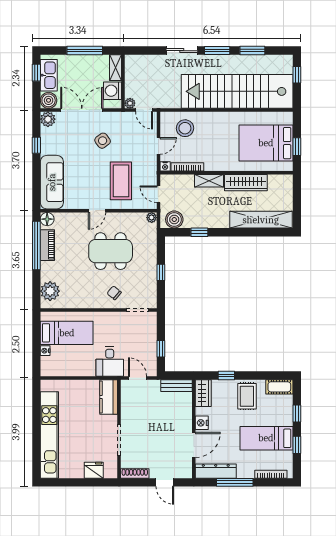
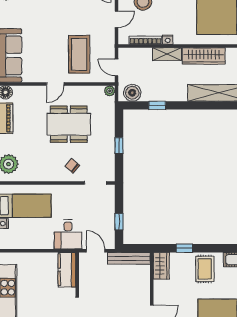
side table: (103, 141) -> (61, 14), removed
nightstand: (165, 166) -> (168, 40), moved
bench: (176, 386) -> (129, 258), width x1.36
nightstand: (202, 423) -> (160, 295), removed

